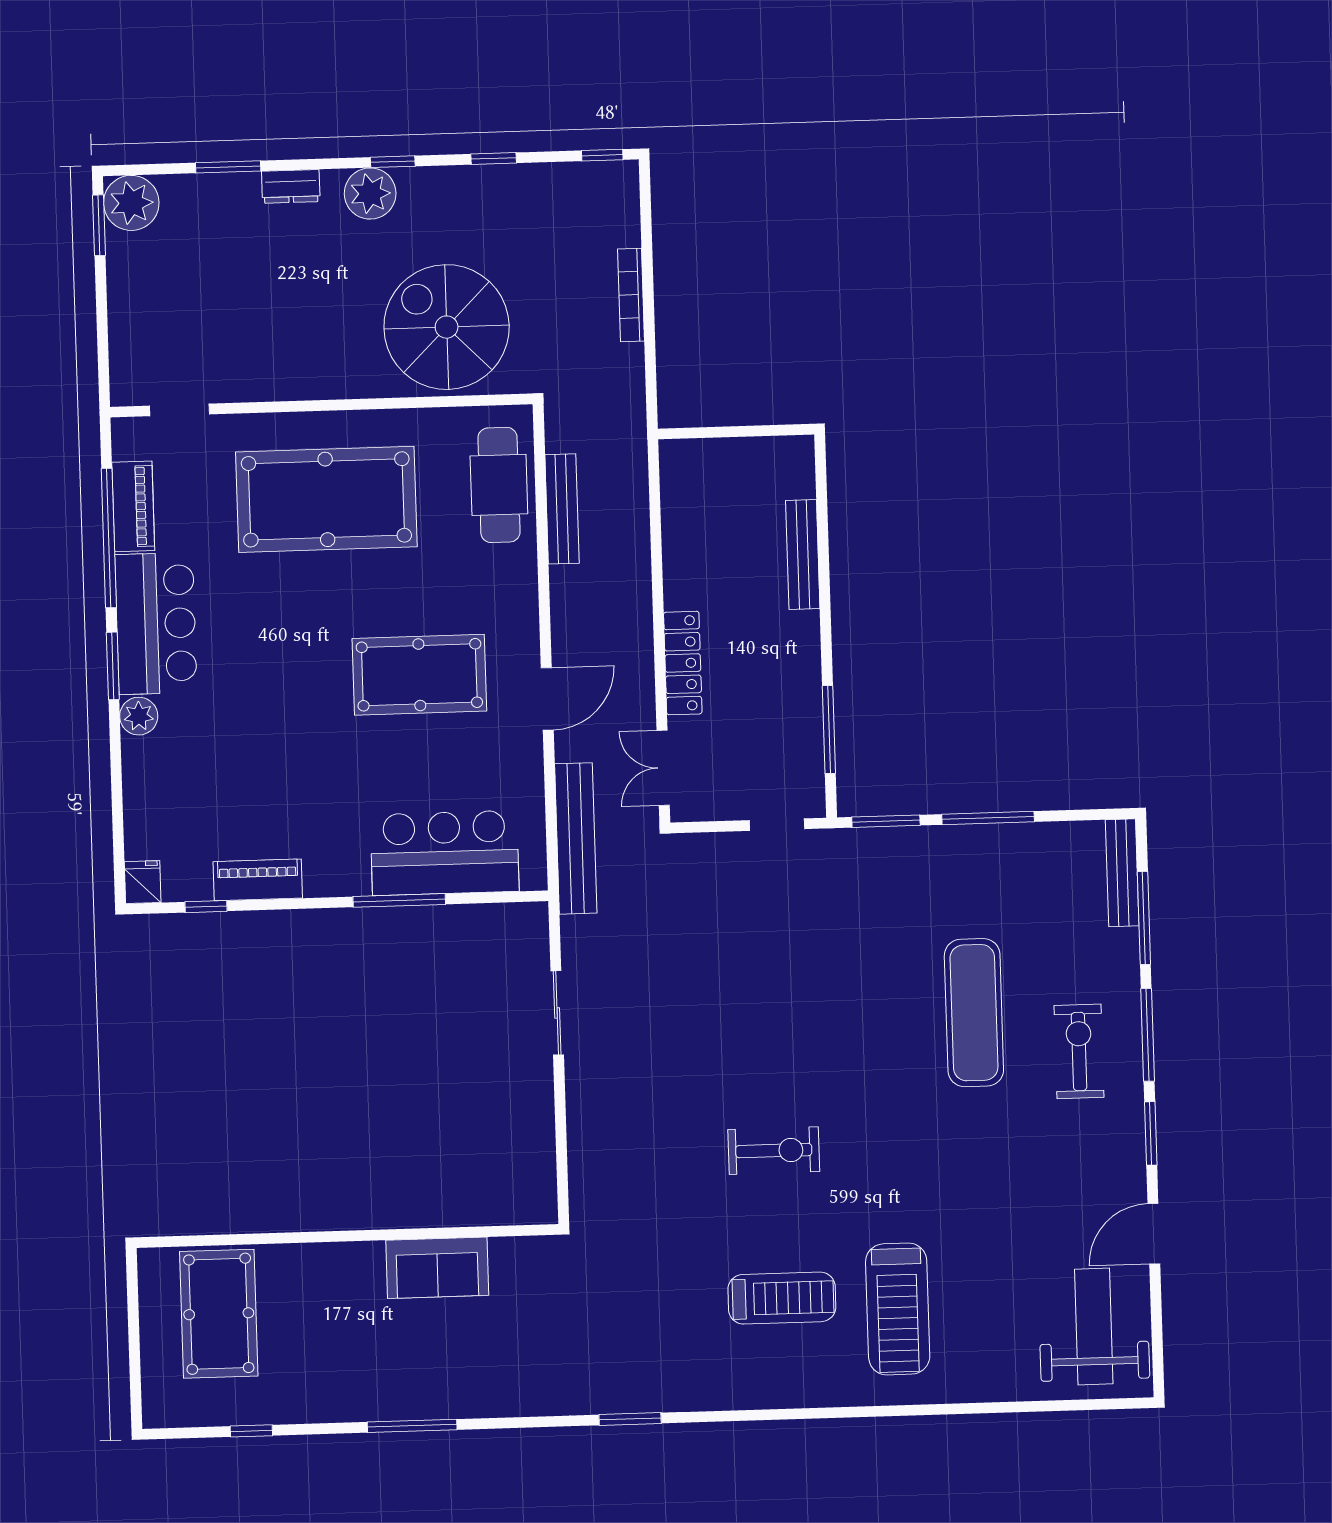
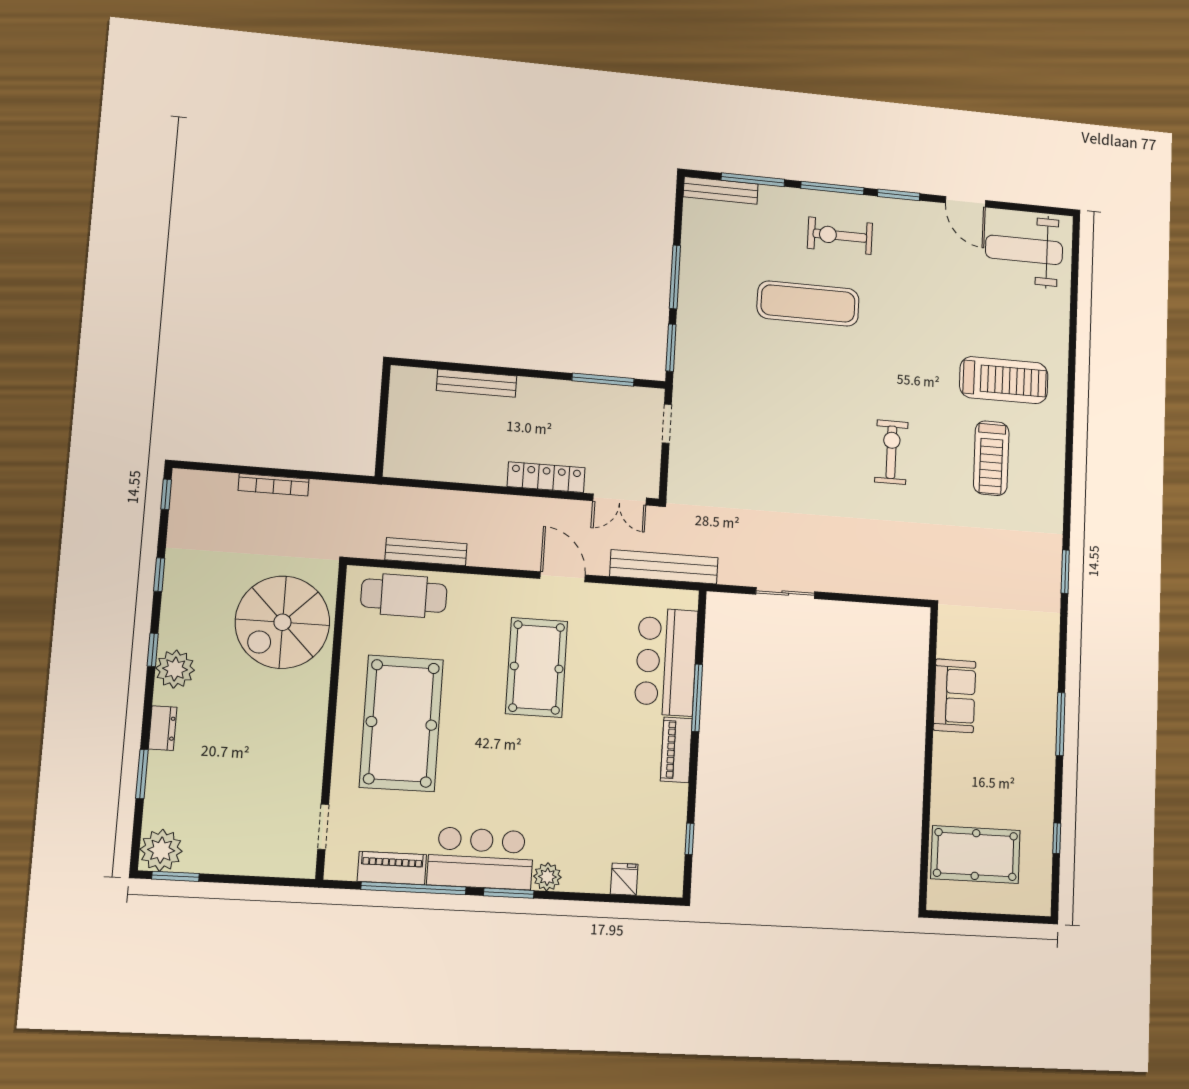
piano: (258, 880) -> (676, 750), moved
fridge: (143, 882) -> (624, 879), moved, turned 90
treadmill: (782, 1298) -> (991, 458), turned 180

